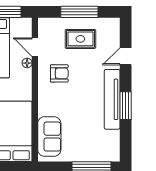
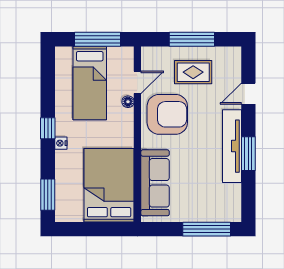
door: (35, 47) -> (137, 82), swing flipped
armchair: (59, 73) -> (167, 114), width x1.88, depth x1.88
sofa: (49, 137) -> (155, 183), width x1.36

